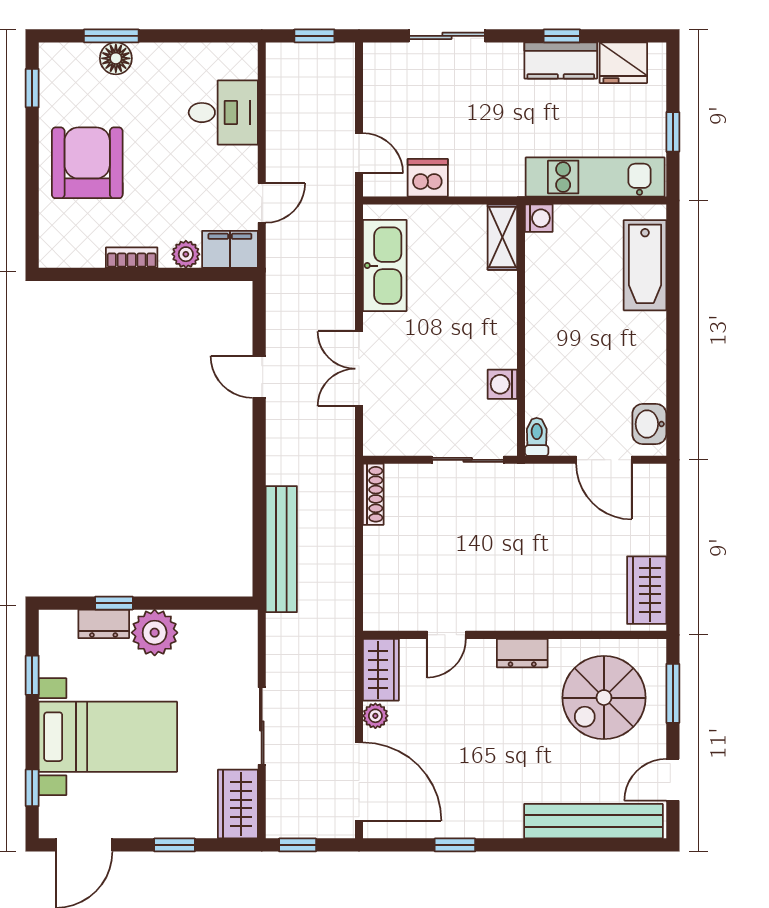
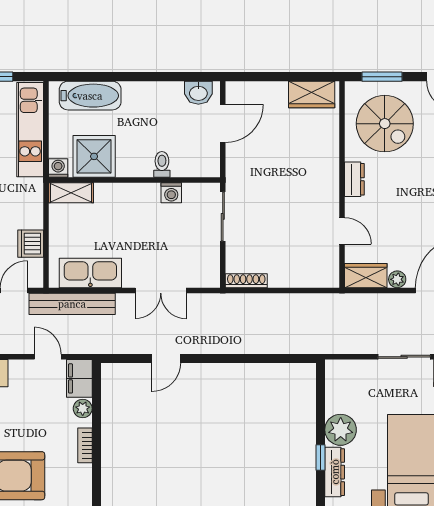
shower: (556, 271) -> (94, 156), added
toilet: (537, 437) -> (162, 164), moved, turned 90
bench: (281, 549) -> (72, 304), moved
dresser: (104, 624) -> (335, 472), width x1.44

